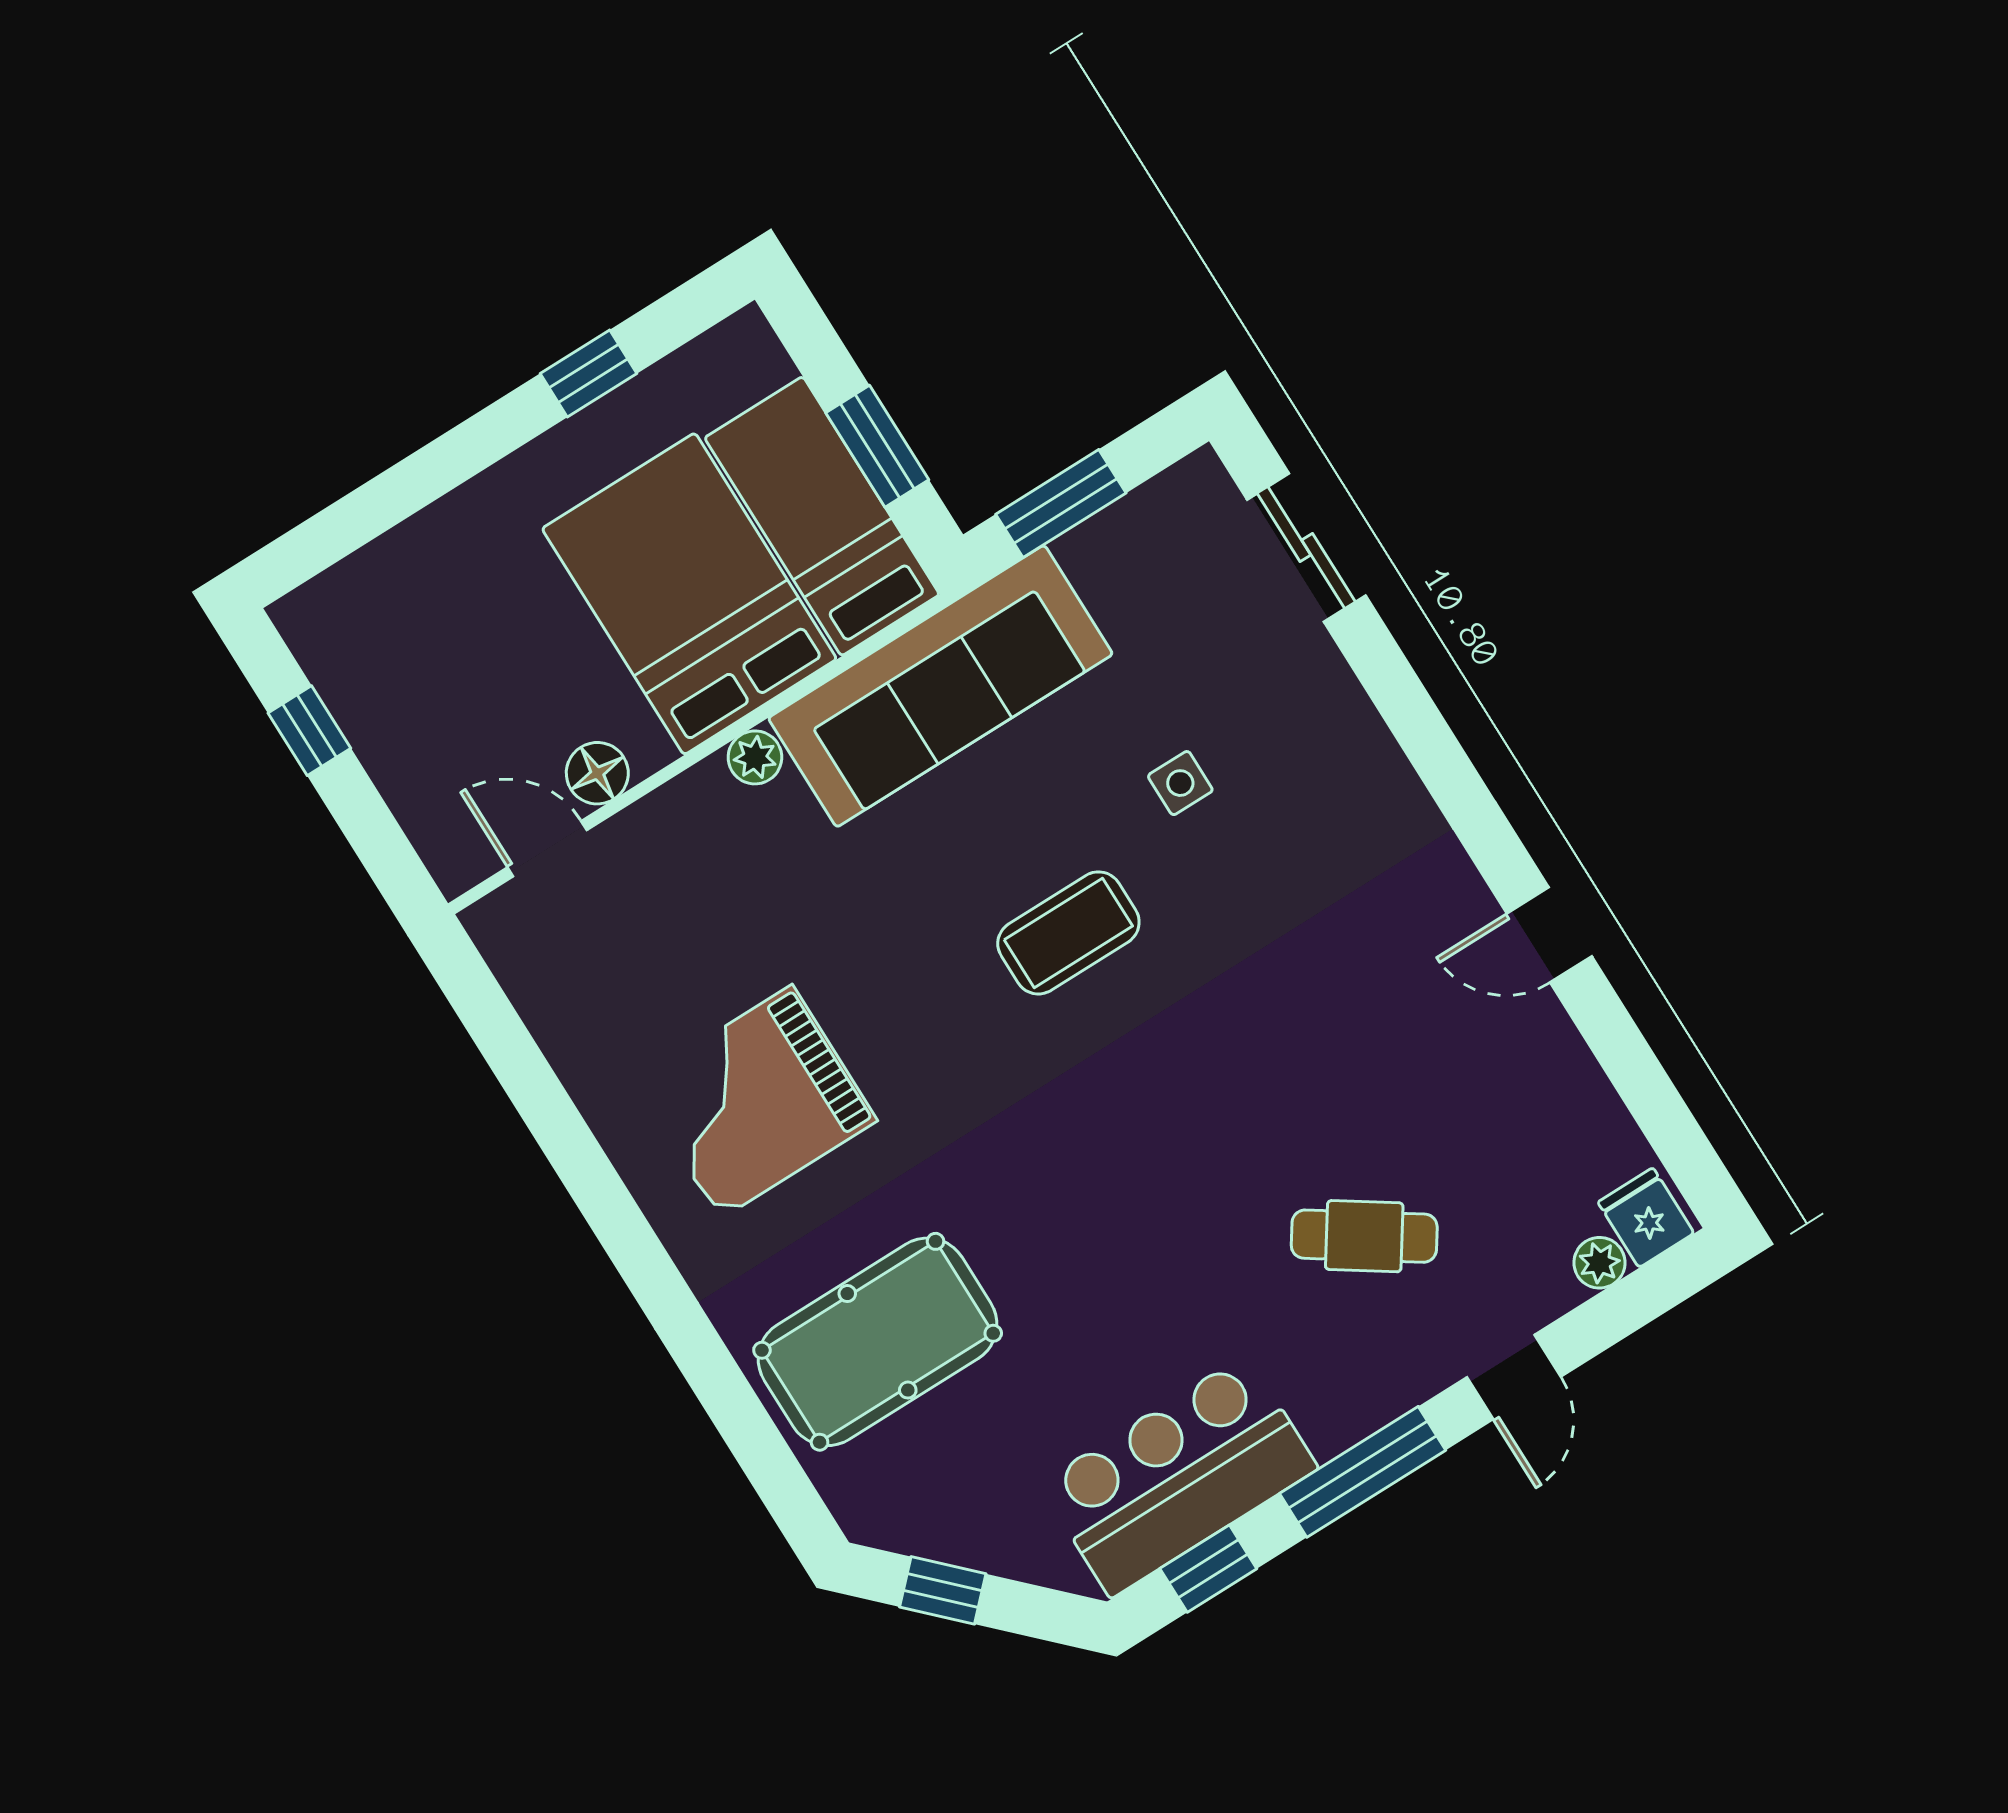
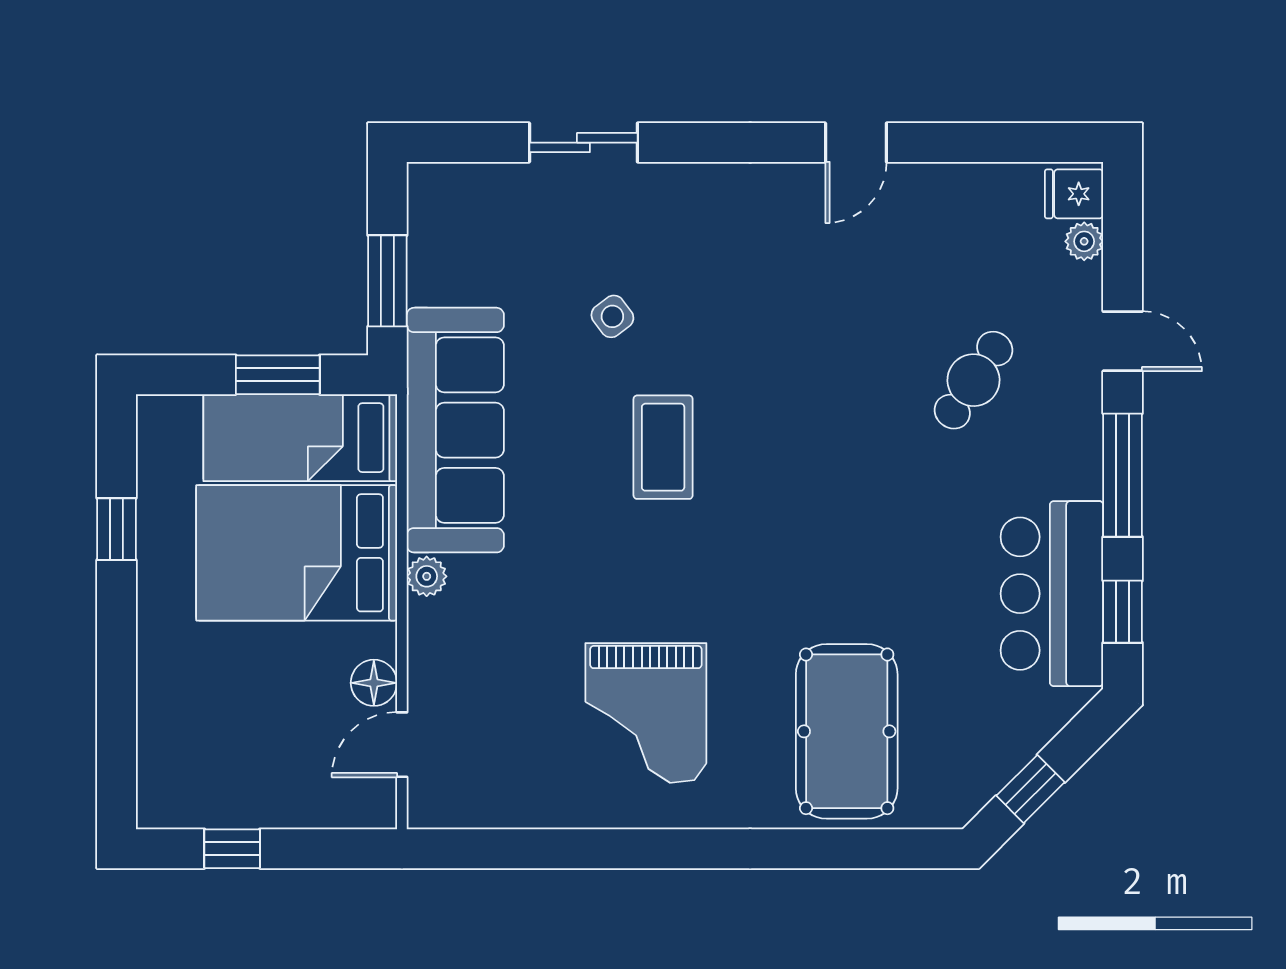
sliding door: (1306, 547) -> (583, 143), moved
side table: (1180, 783) -> (612, 316), turned -37

